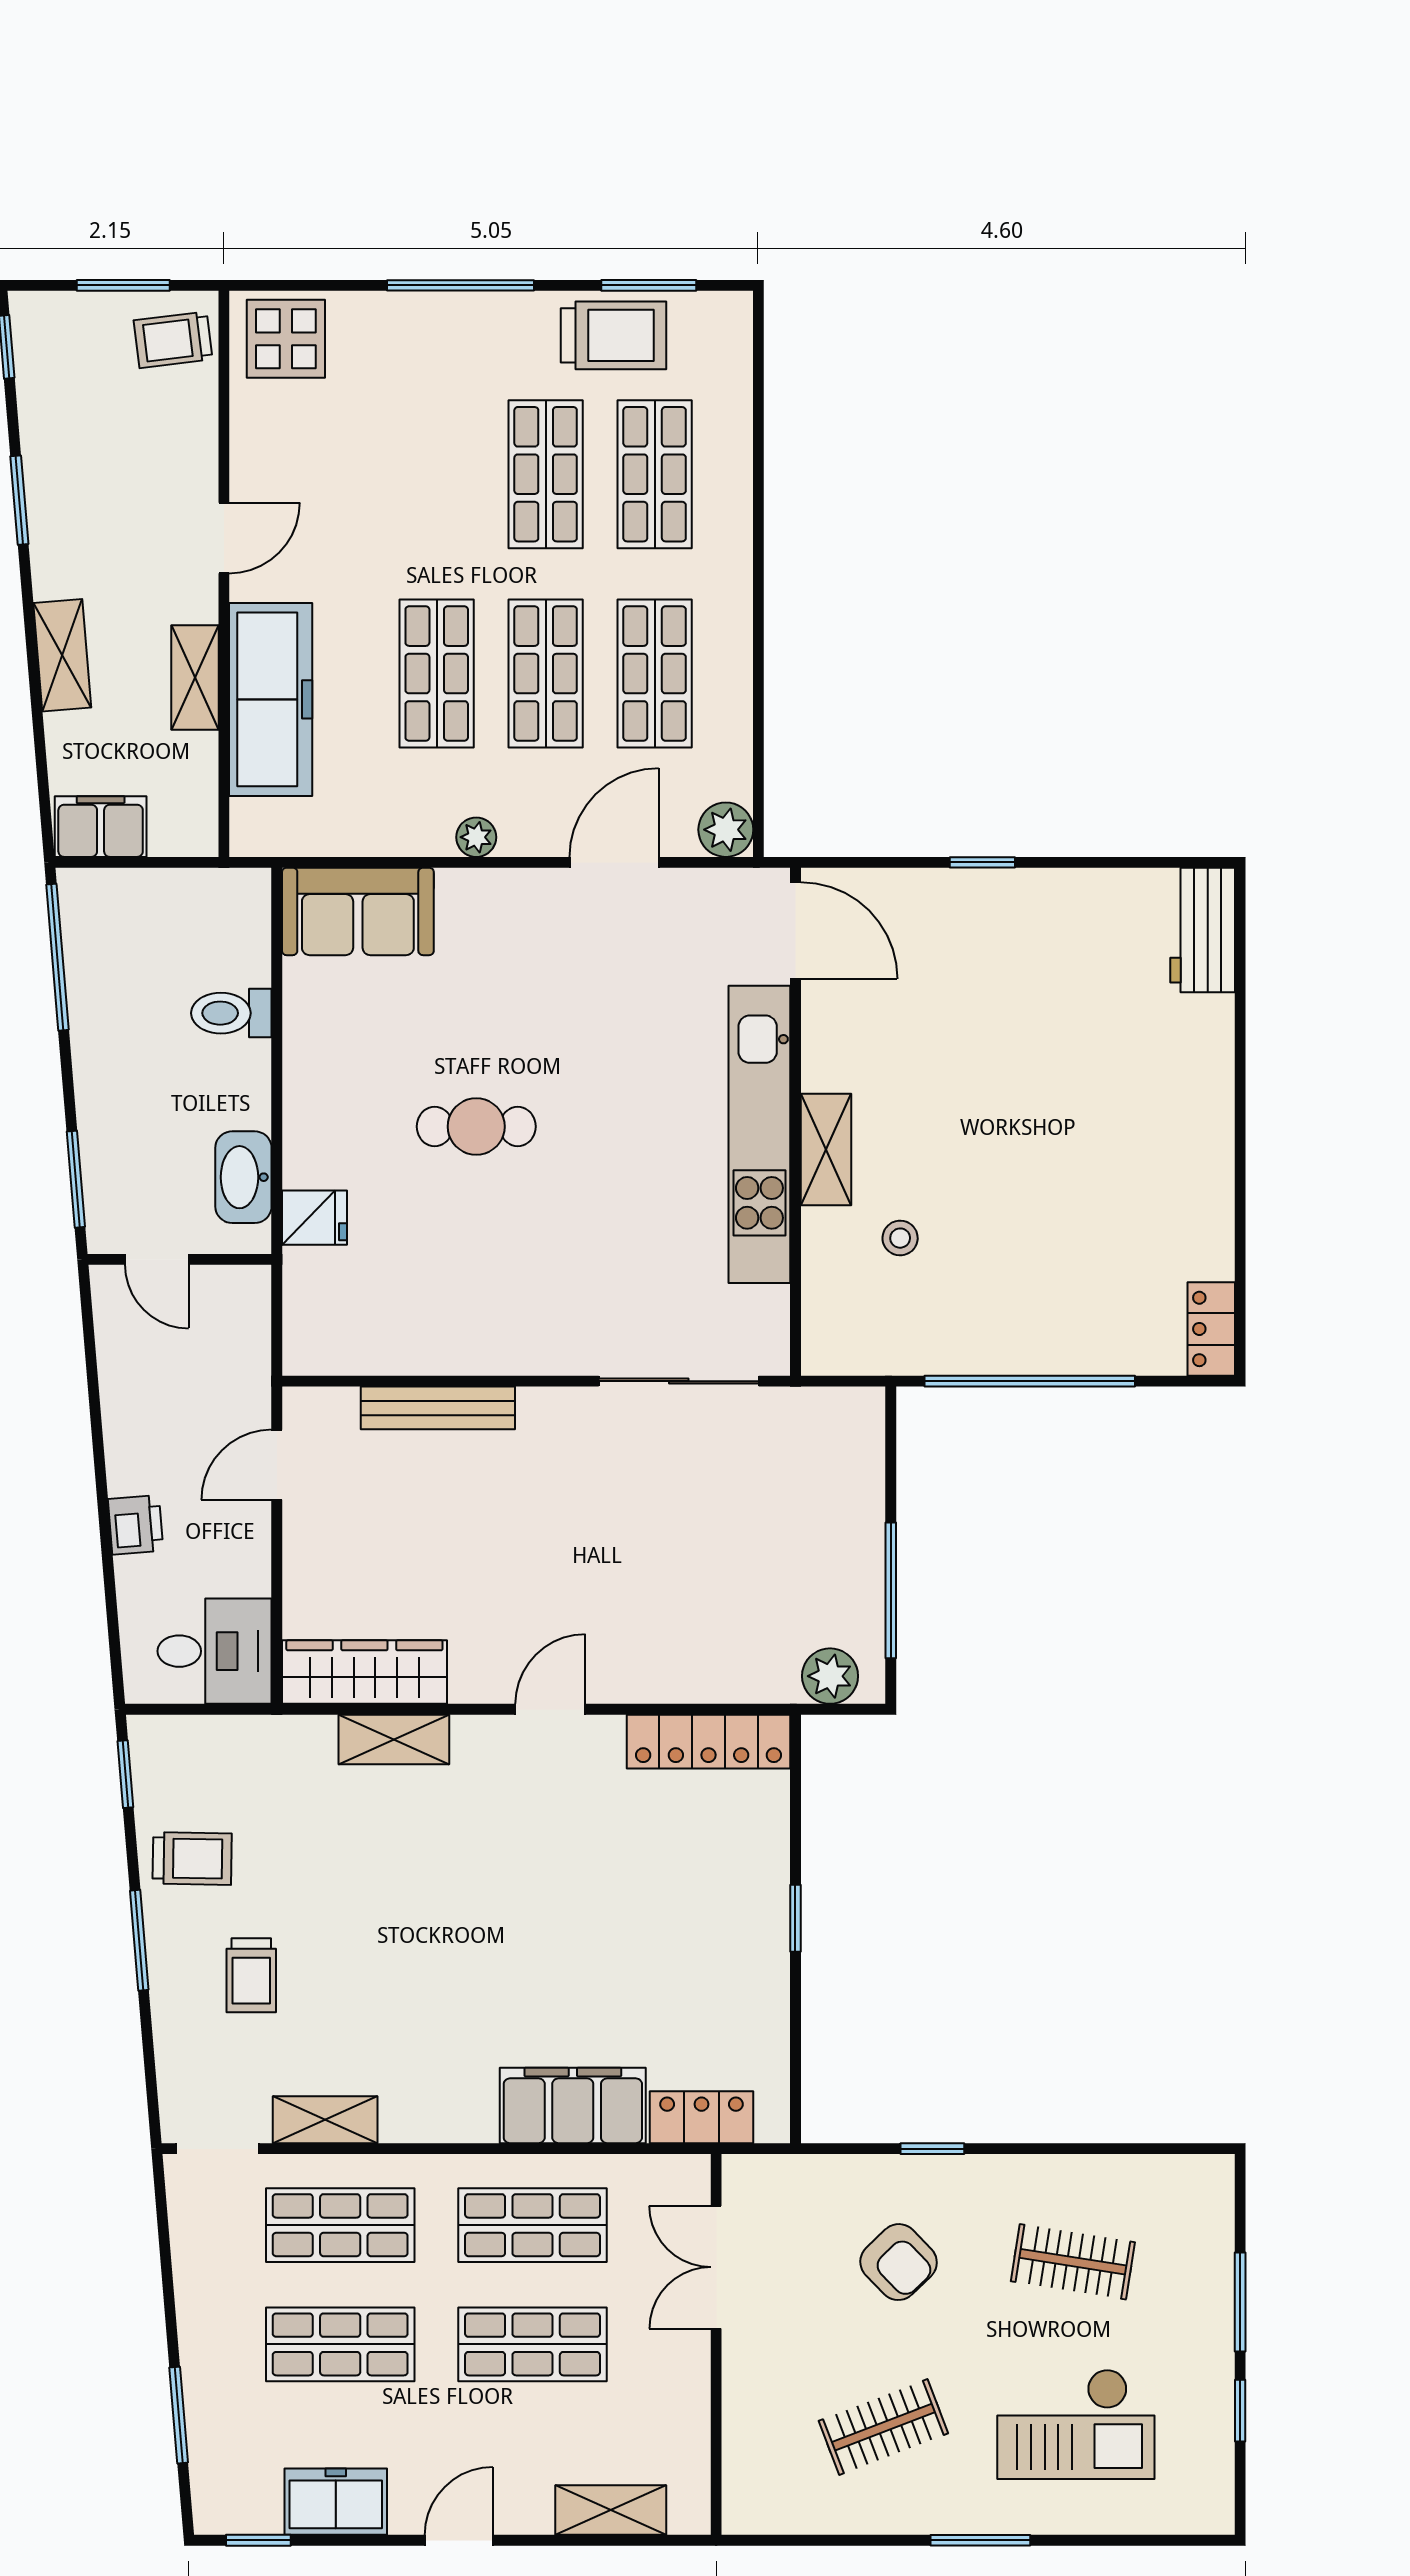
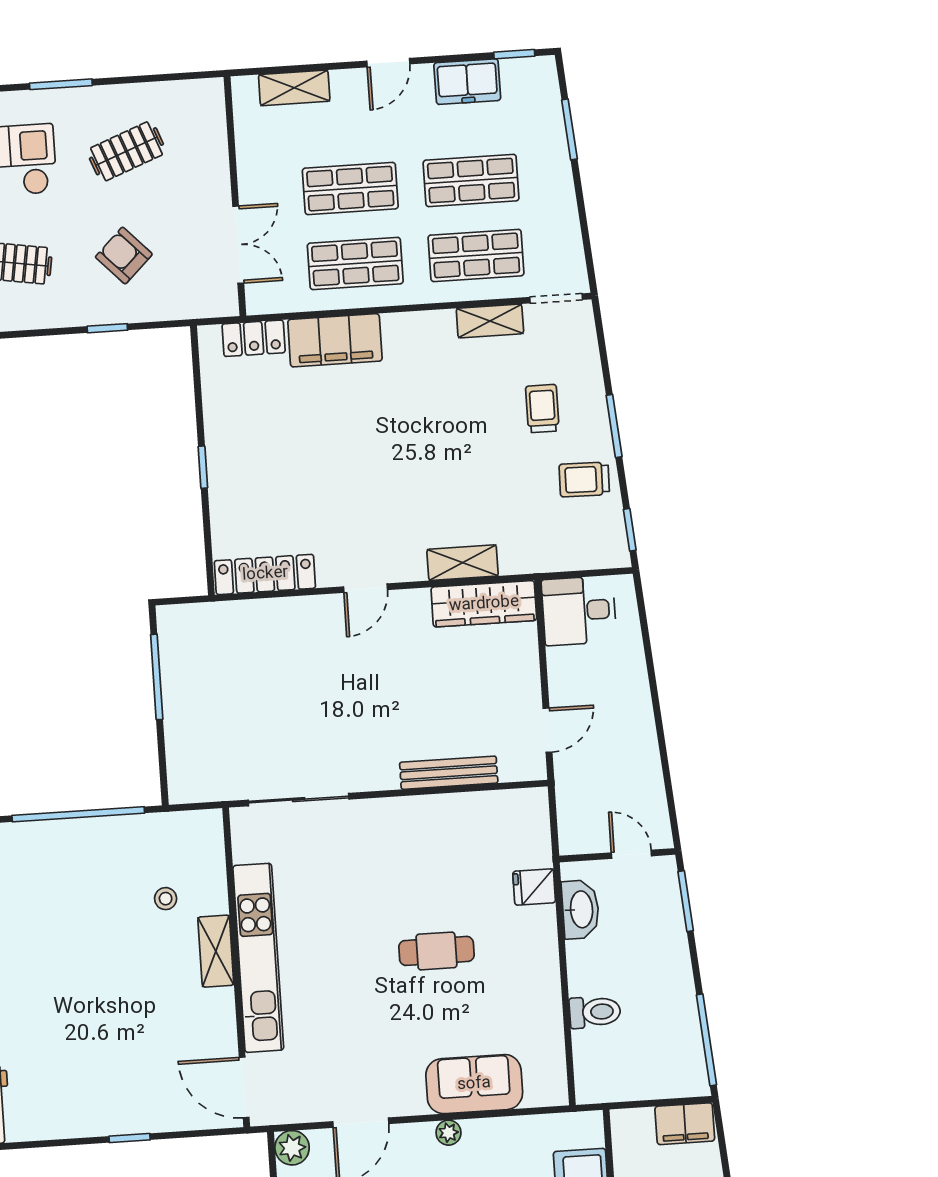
sofa: (358, 911) -> (474, 1084), moved
printer: (136, 1525) -> (634, 687), removed
plant: (830, 1676) -> (191, 621), removed

